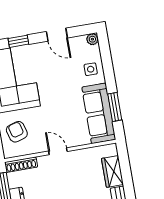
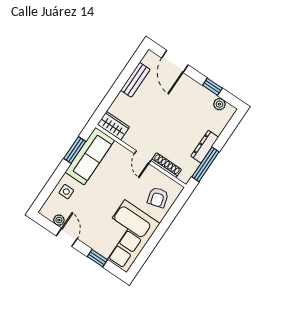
plant: (92, 39) -> (59, 220), moved
shoe rack: (21, 165) -> (166, 165), moved
wardrobe: (112, 171) -> (113, 126), moved, turned -90

